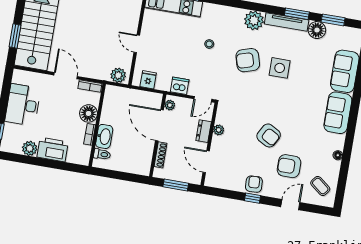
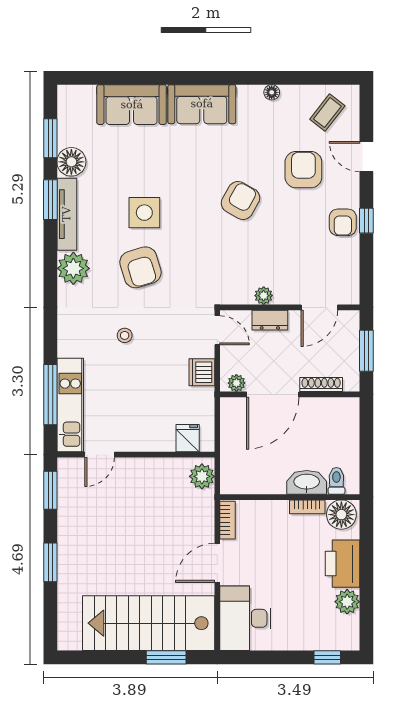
door: (137, 44) -> (100, 455), moved
fridge: (148, 80) -> (188, 438), moved, turned 90
desk: (23, 105) -> (245, 618), moved, turned 90
floor lamp: (89, 113) -> (341, 515), moved
armchair: (269, 135) -> (241, 200), moved
armchair: (289, 166) -> (303, 170), turned 180
armchair: (254, 184) -> (343, 222), turned -87

